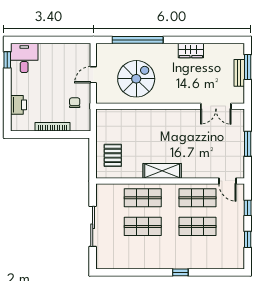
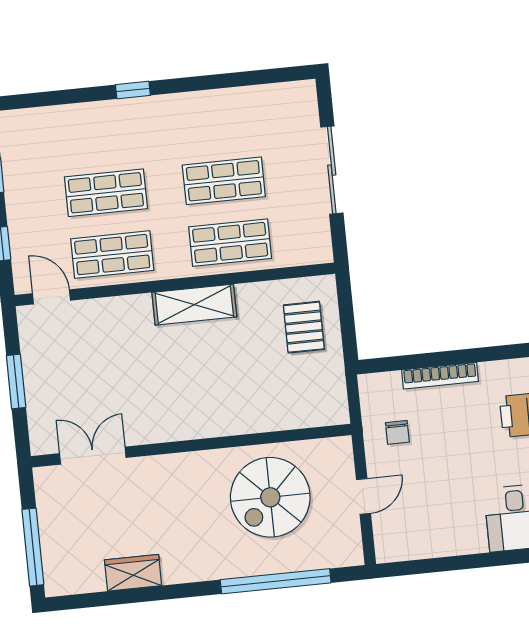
wardrobe: (191, 50) -> (133, 573), moved
window: (248, 67) -> (33, 547), width x1.44
bench: (239, 73) -> (50, 532), removed

